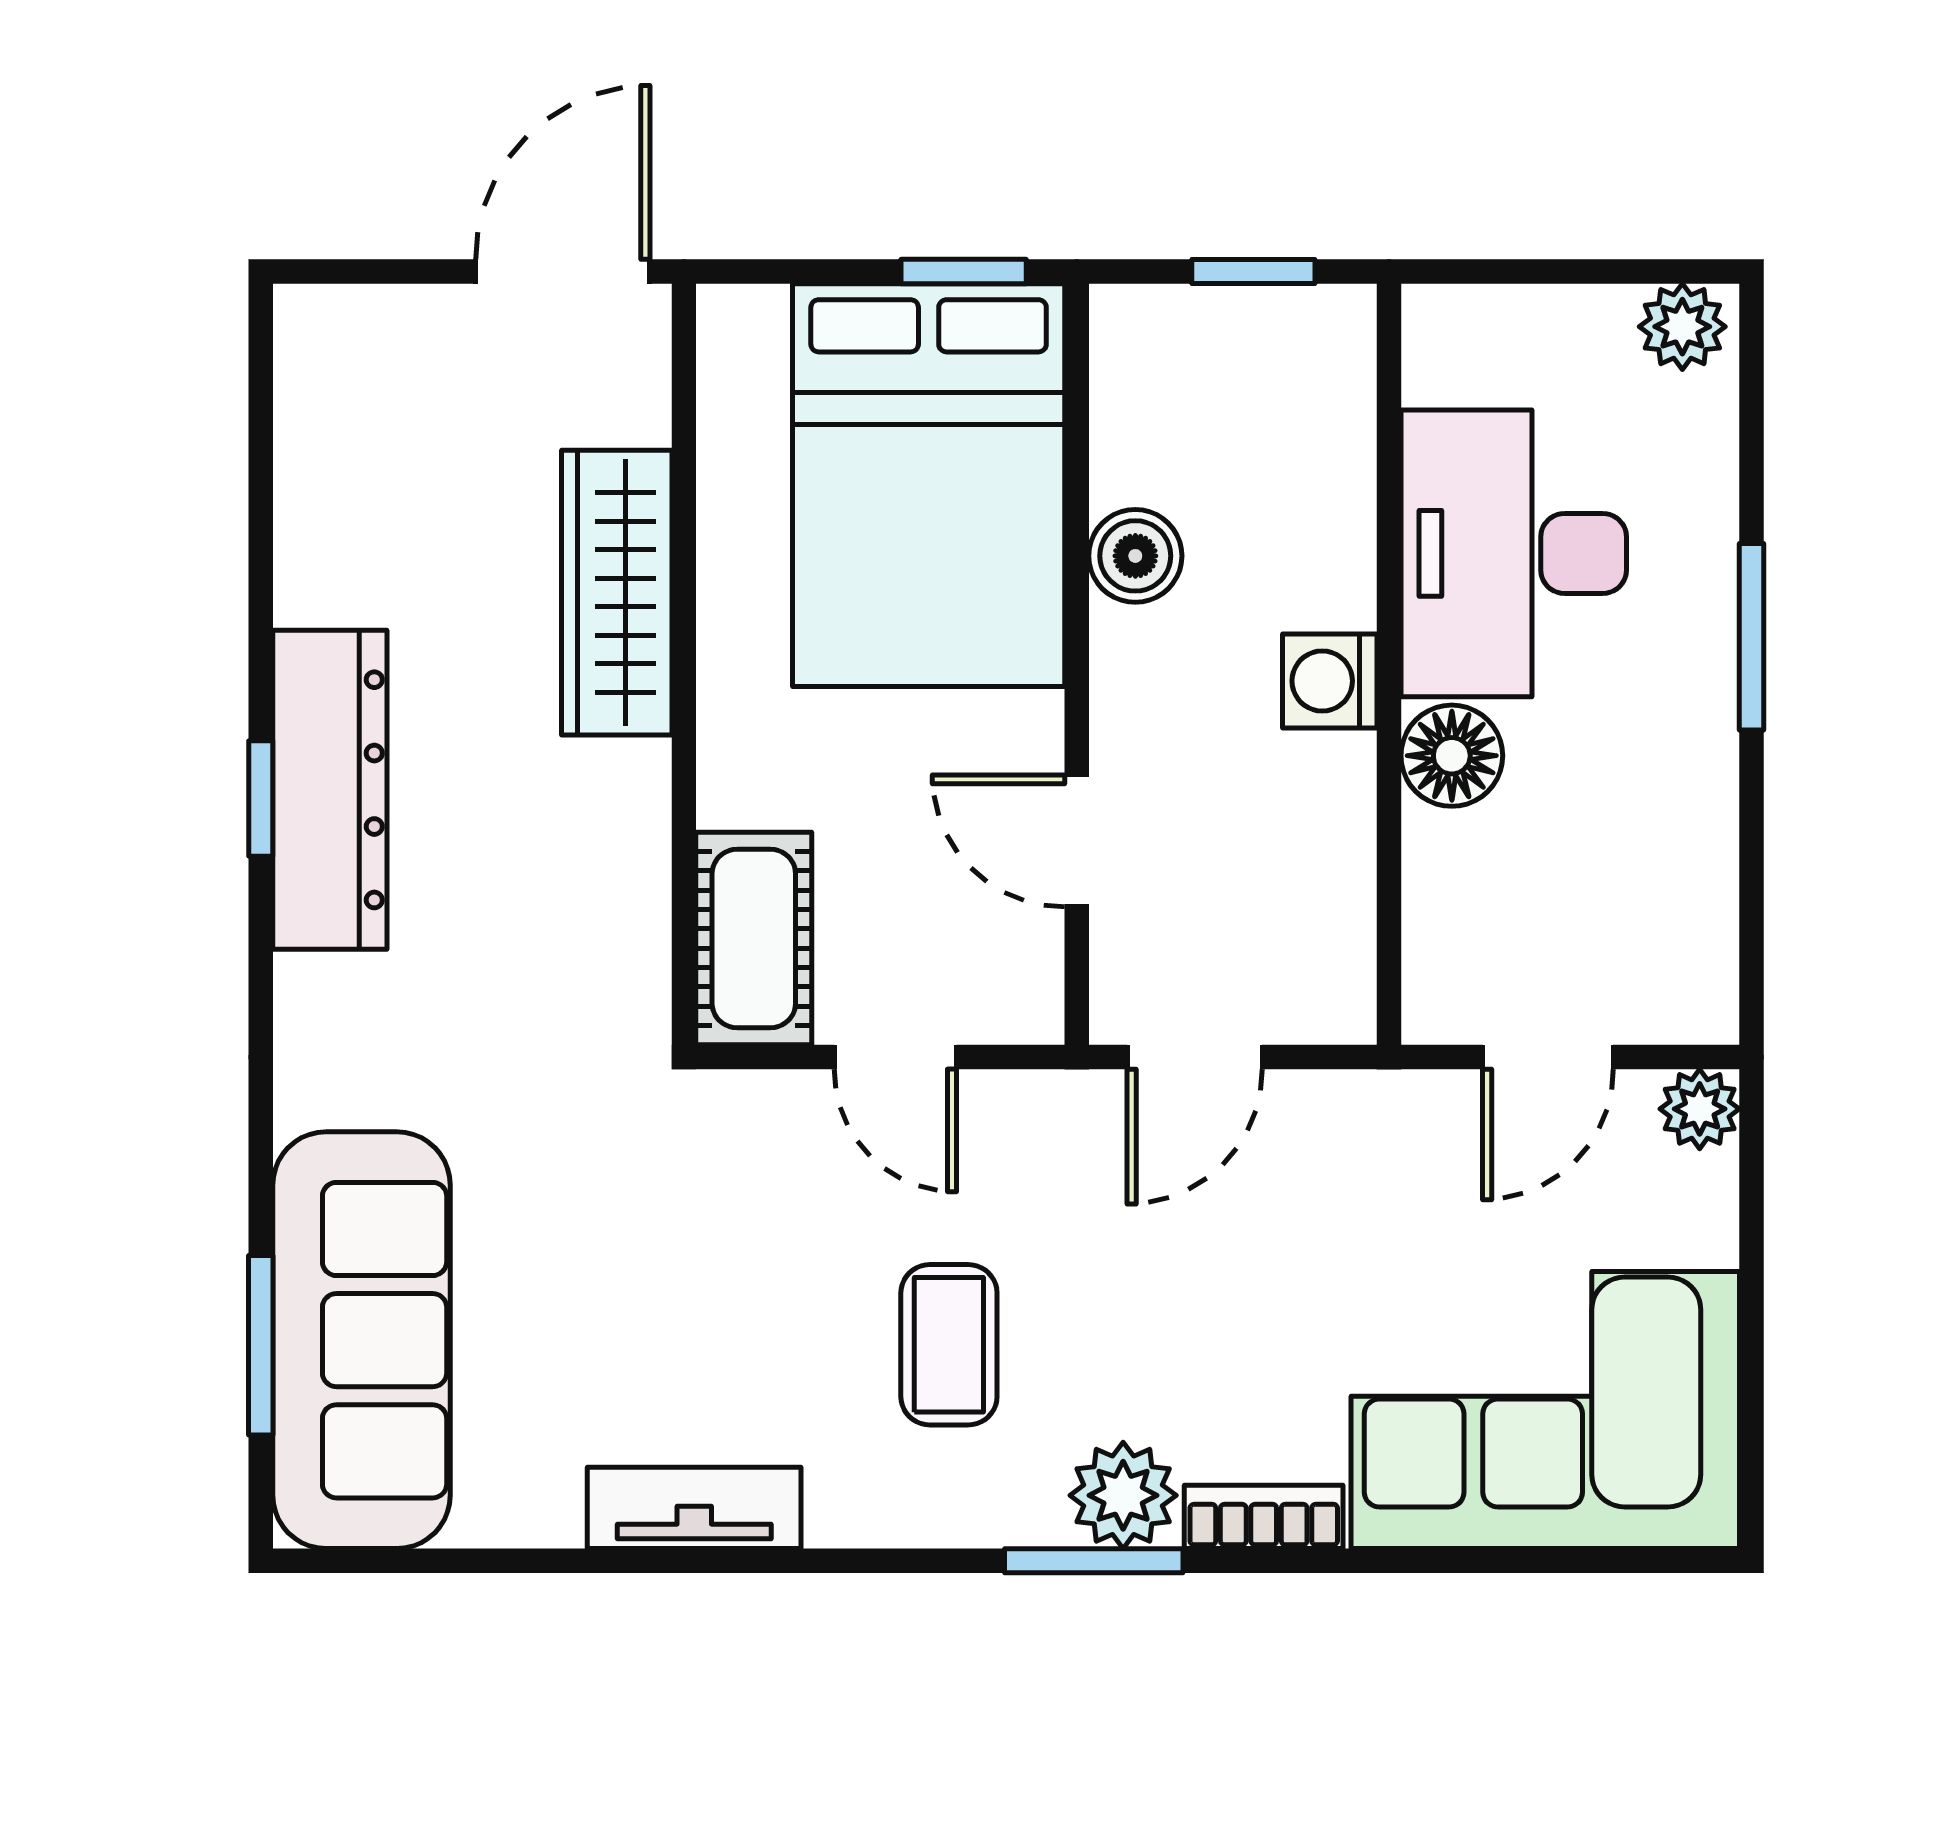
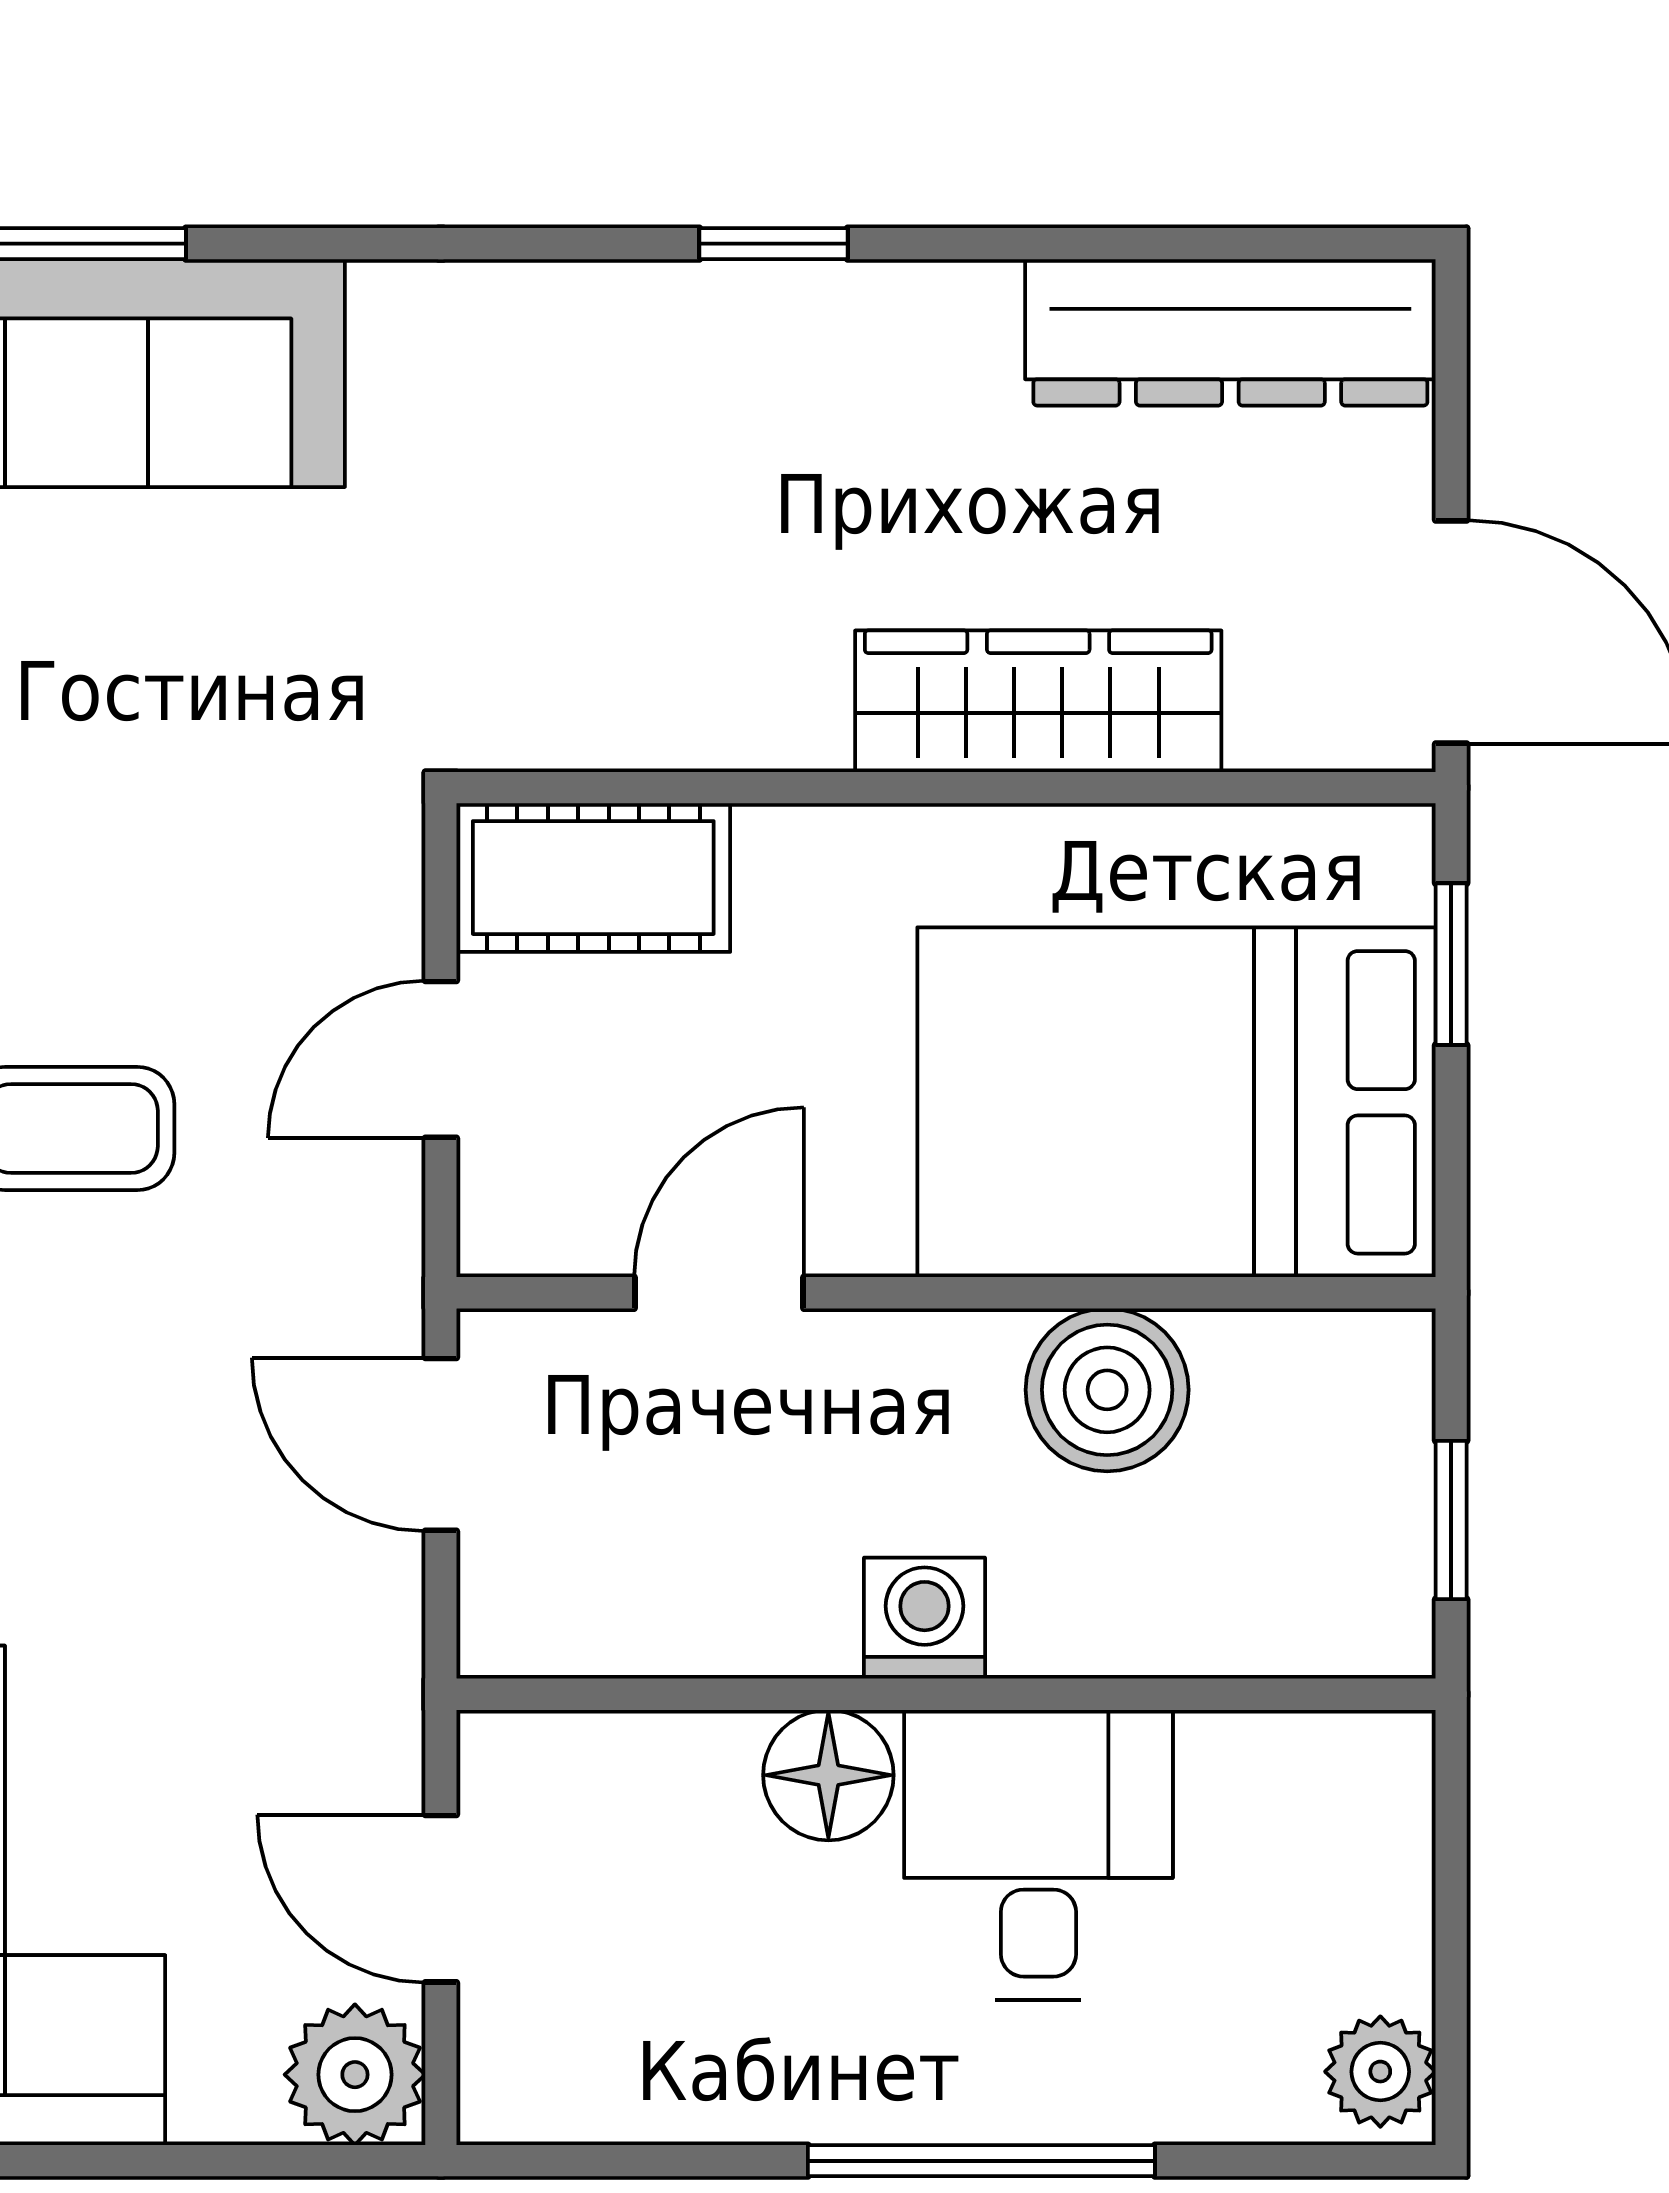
window: (964, 271) -> (1451, 964), moved
desk: (1514, 553) -> (1038, 1855), width x0.73
boiler: (1135, 556) -> (1107, 1390), width x1.36, depth x1.36
window: (1752, 637) -> (981, 2161), width x1.44
dresser: (330, 790) -> (1230, 332), moved
plant: (1700, 1109) -> (355, 2075), width x1.38, depth x1.38

